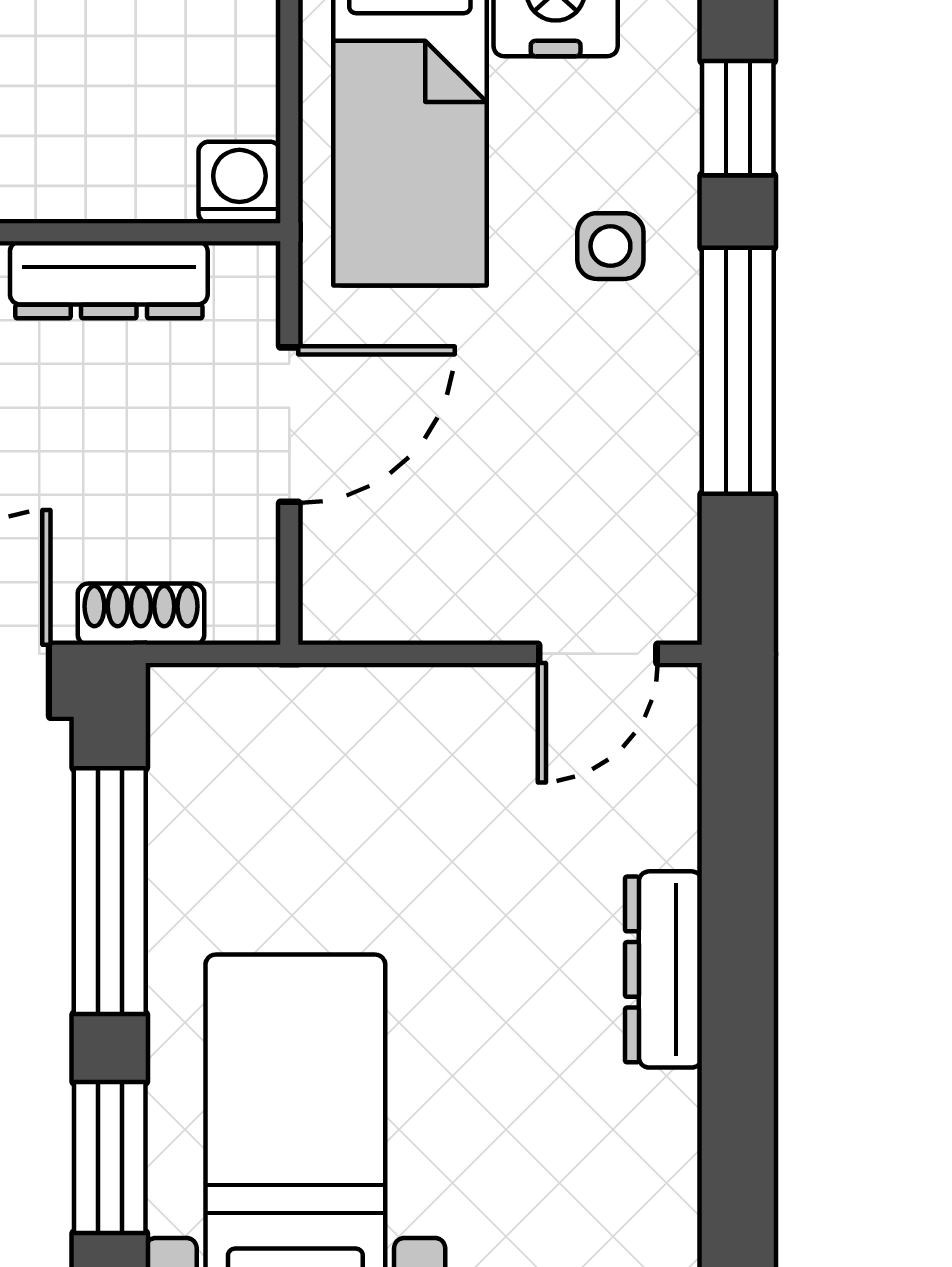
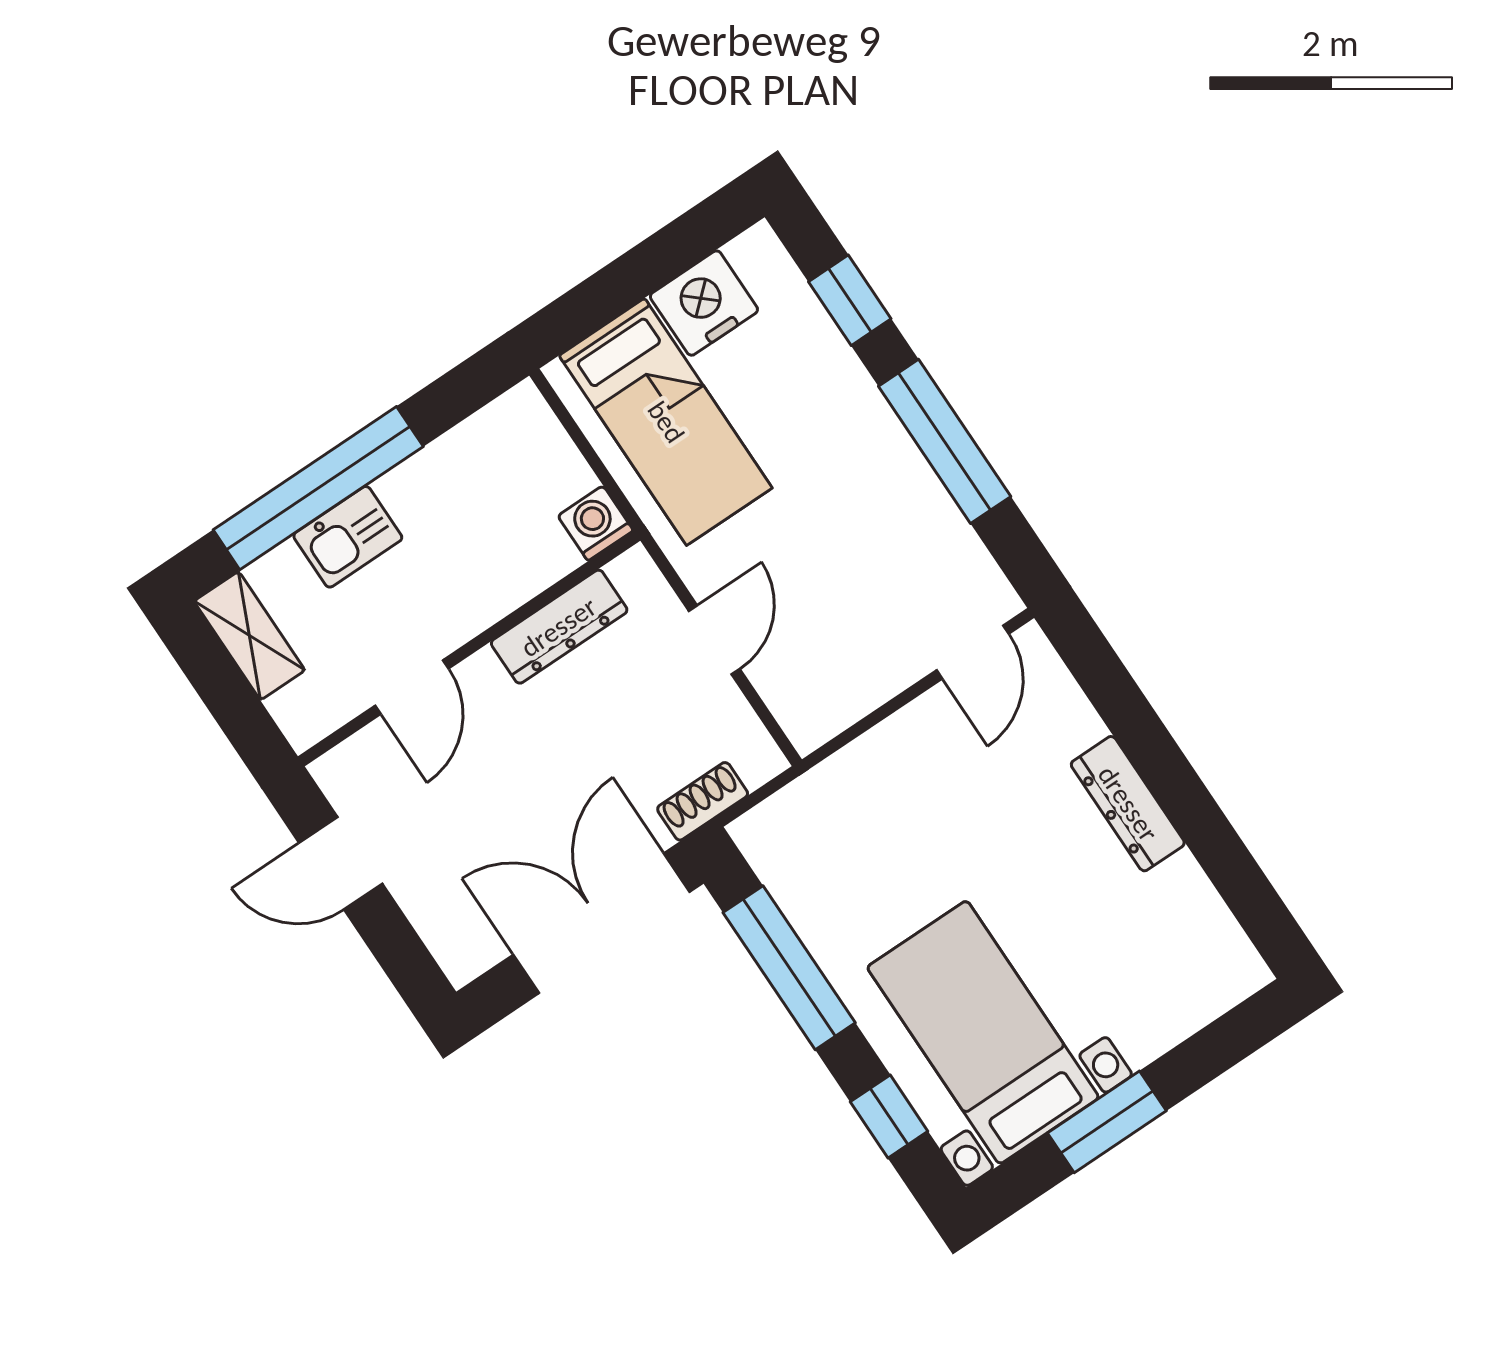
side table: (610, 246) -> (827, 420), removed
door: (289, 425) -> (714, 640), width x0.73
window: (110, 1157) -> (889, 1116), width x0.67

